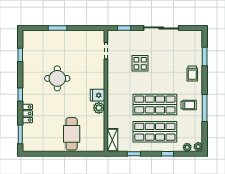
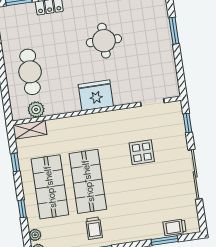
trolley: (192, 74) -> (175, 227), moved
fridge: (97, 95) -> (96, 95), width x1.88, depth x1.34
plant: (99, 108) -> (36, 110), moved
cafe table: (72, 134) -> (30, 72), turned 90

